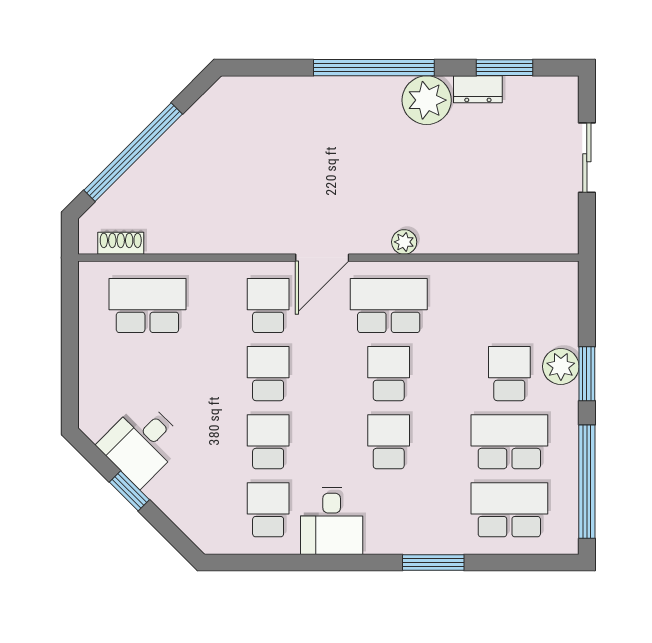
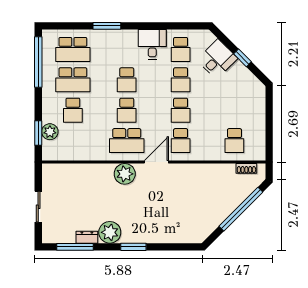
window: (374, 68) -> (133, 247), width x0.47
window: (505, 68) -> (75, 247), width x1.44
plant: (404, 242) -> (125, 174), width x1.88, depth x1.88
school desk: (147, 306) -> (234, 141), width x0.54
plant: (561, 366) -> (50, 132), moved
window: (587, 374) -> (38, 133), moved
desk: (142, 443) -> (217, 59), moved

